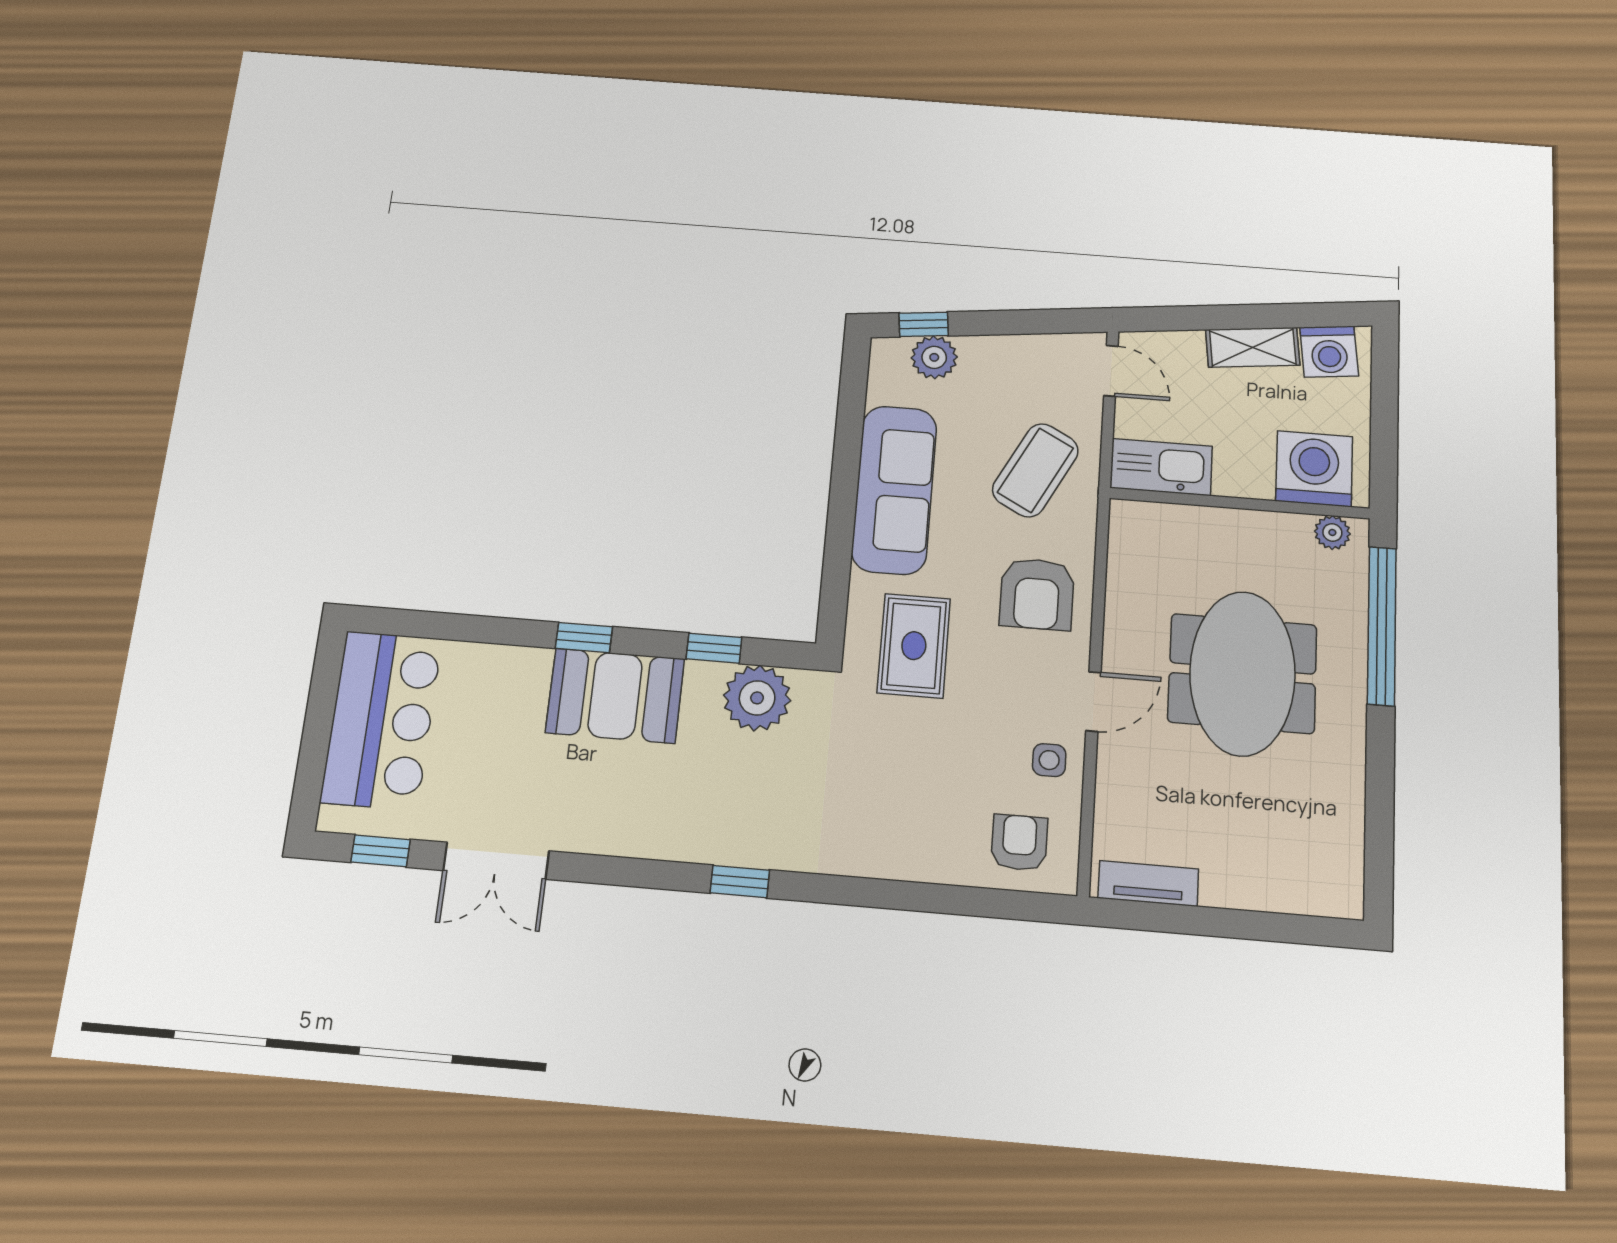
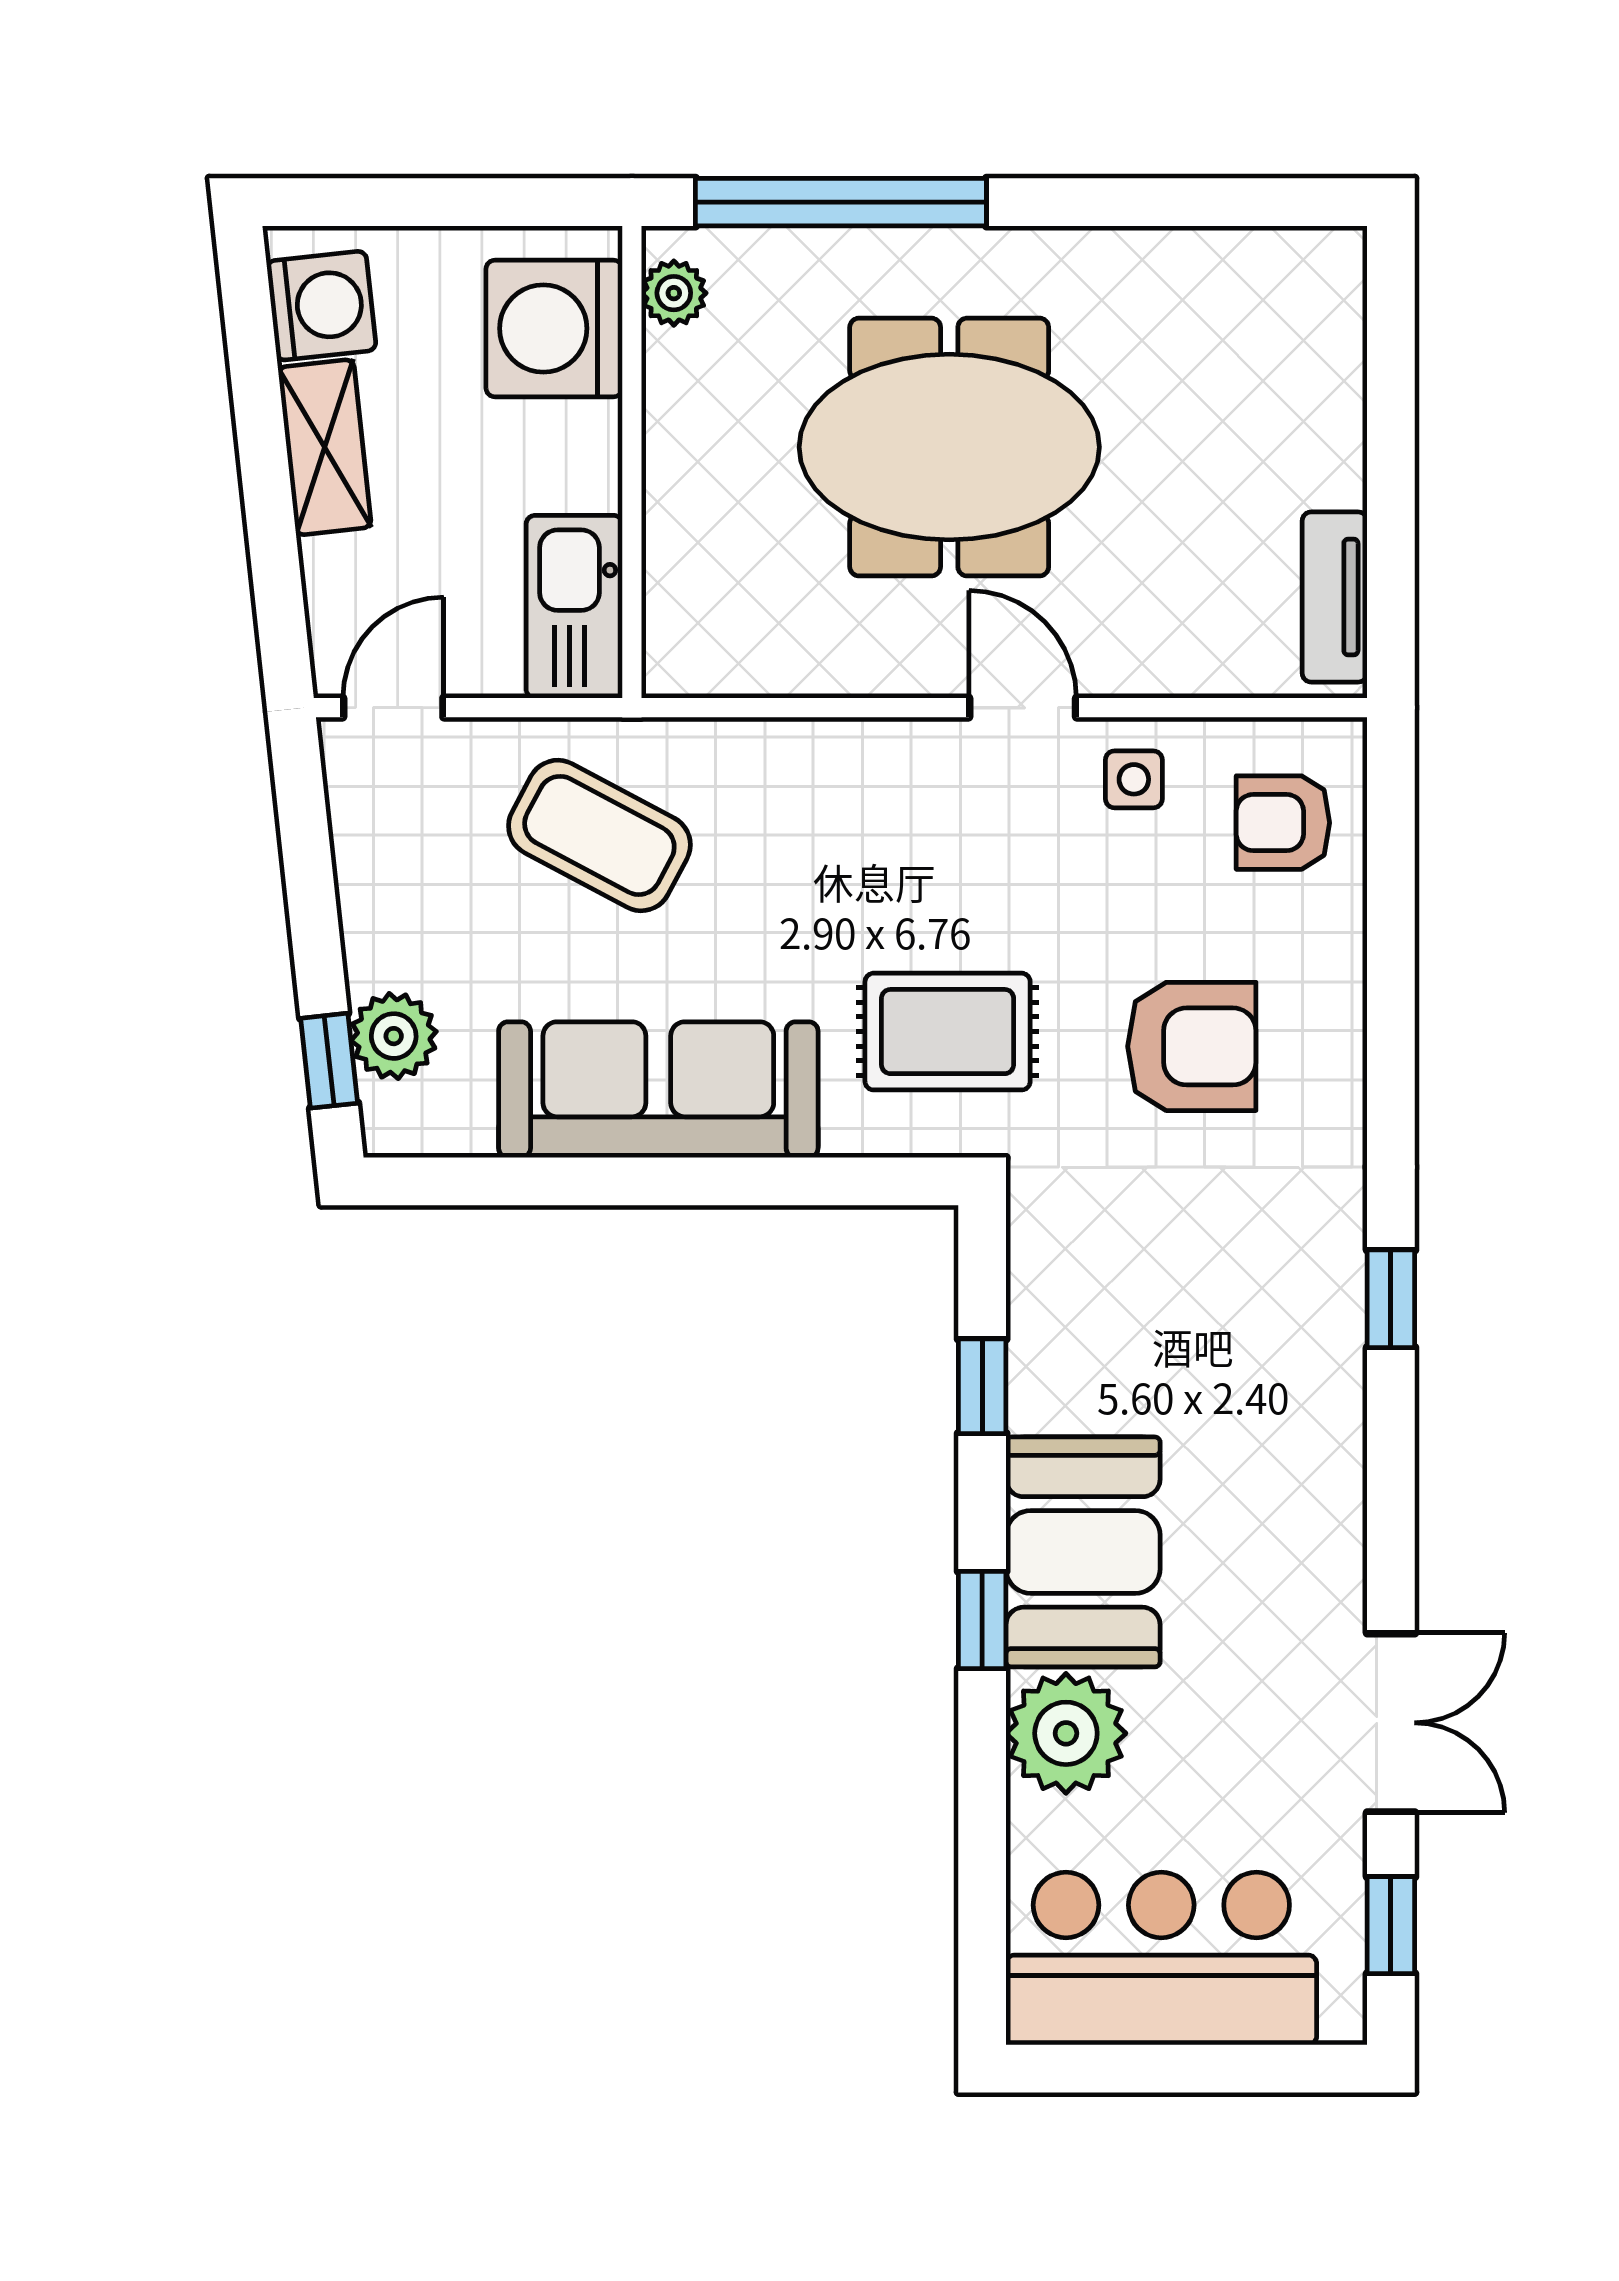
armchair: (1037, 594) -> (1192, 1046), moved
plant: (757, 698) -> (1066, 1733), moved

